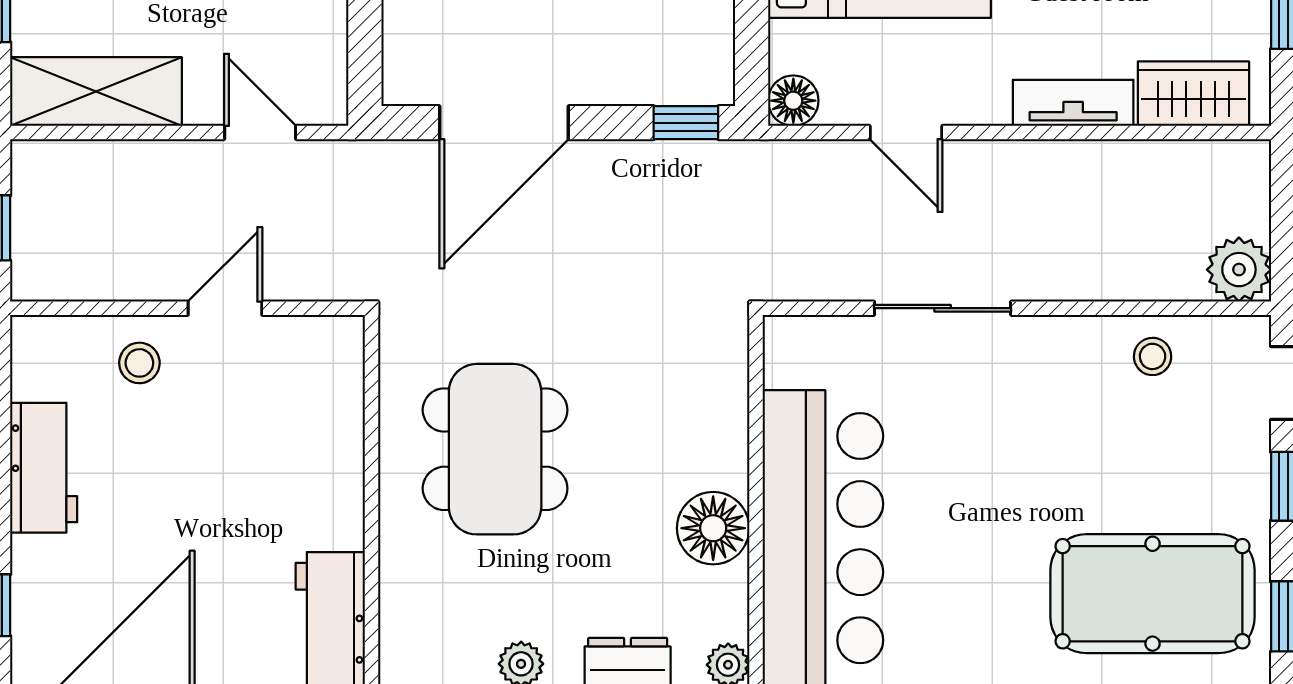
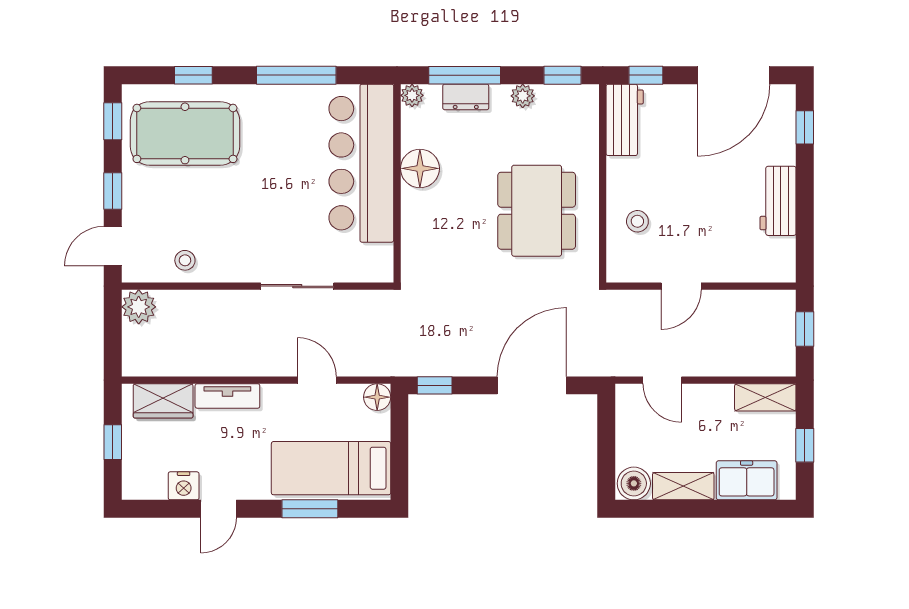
shelving: (96, 92) -> (765, 397), width x0.67, depth x0.75
stool: (139, 363) -> (637, 221), moved

